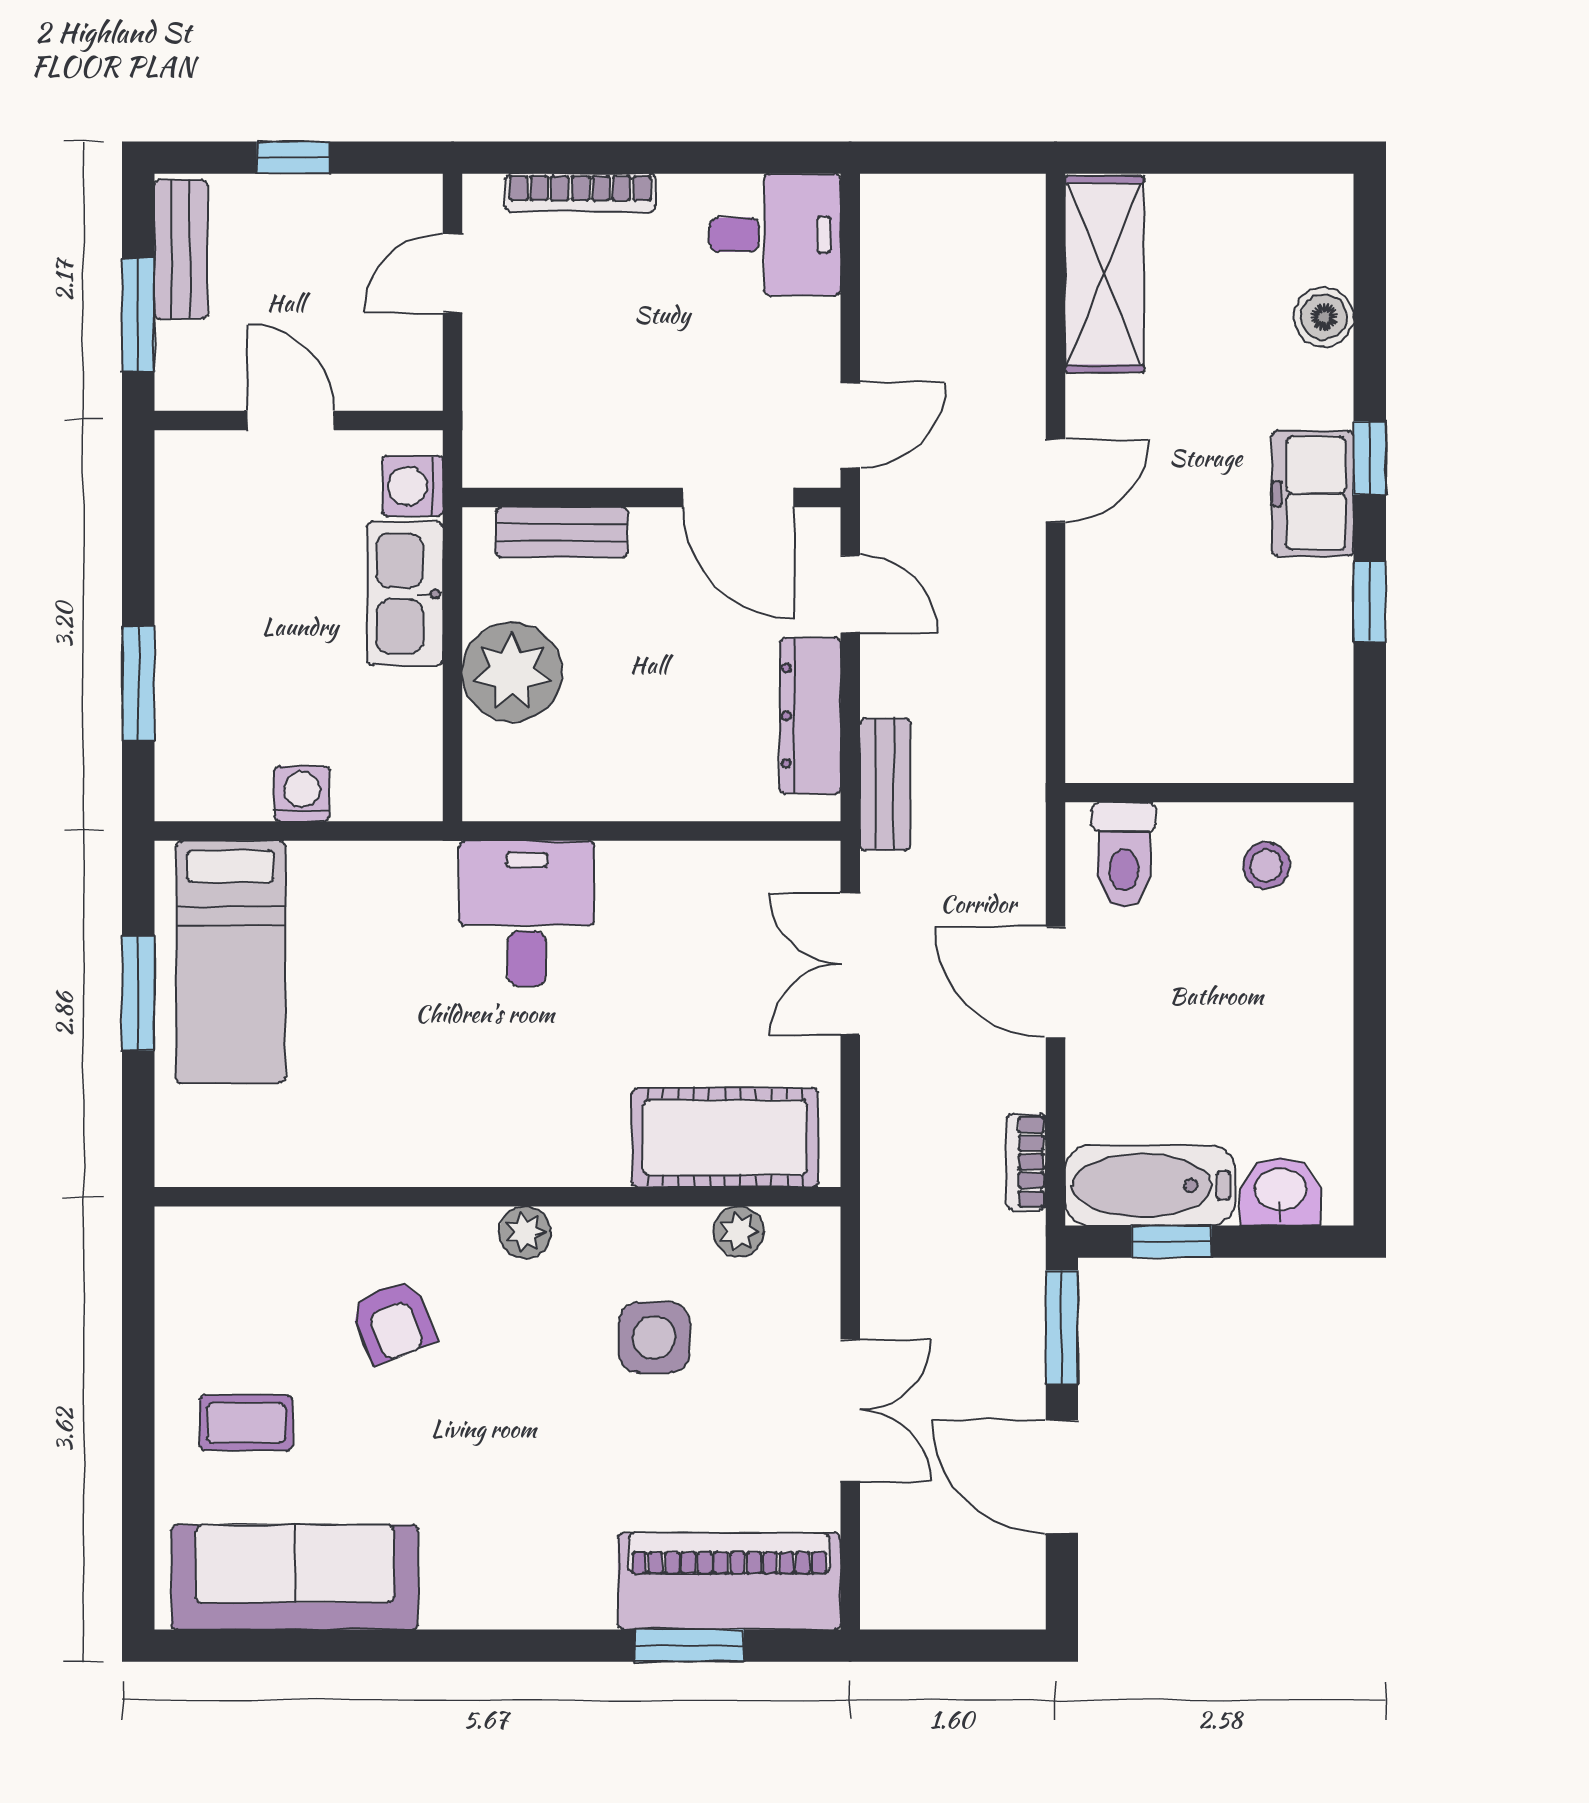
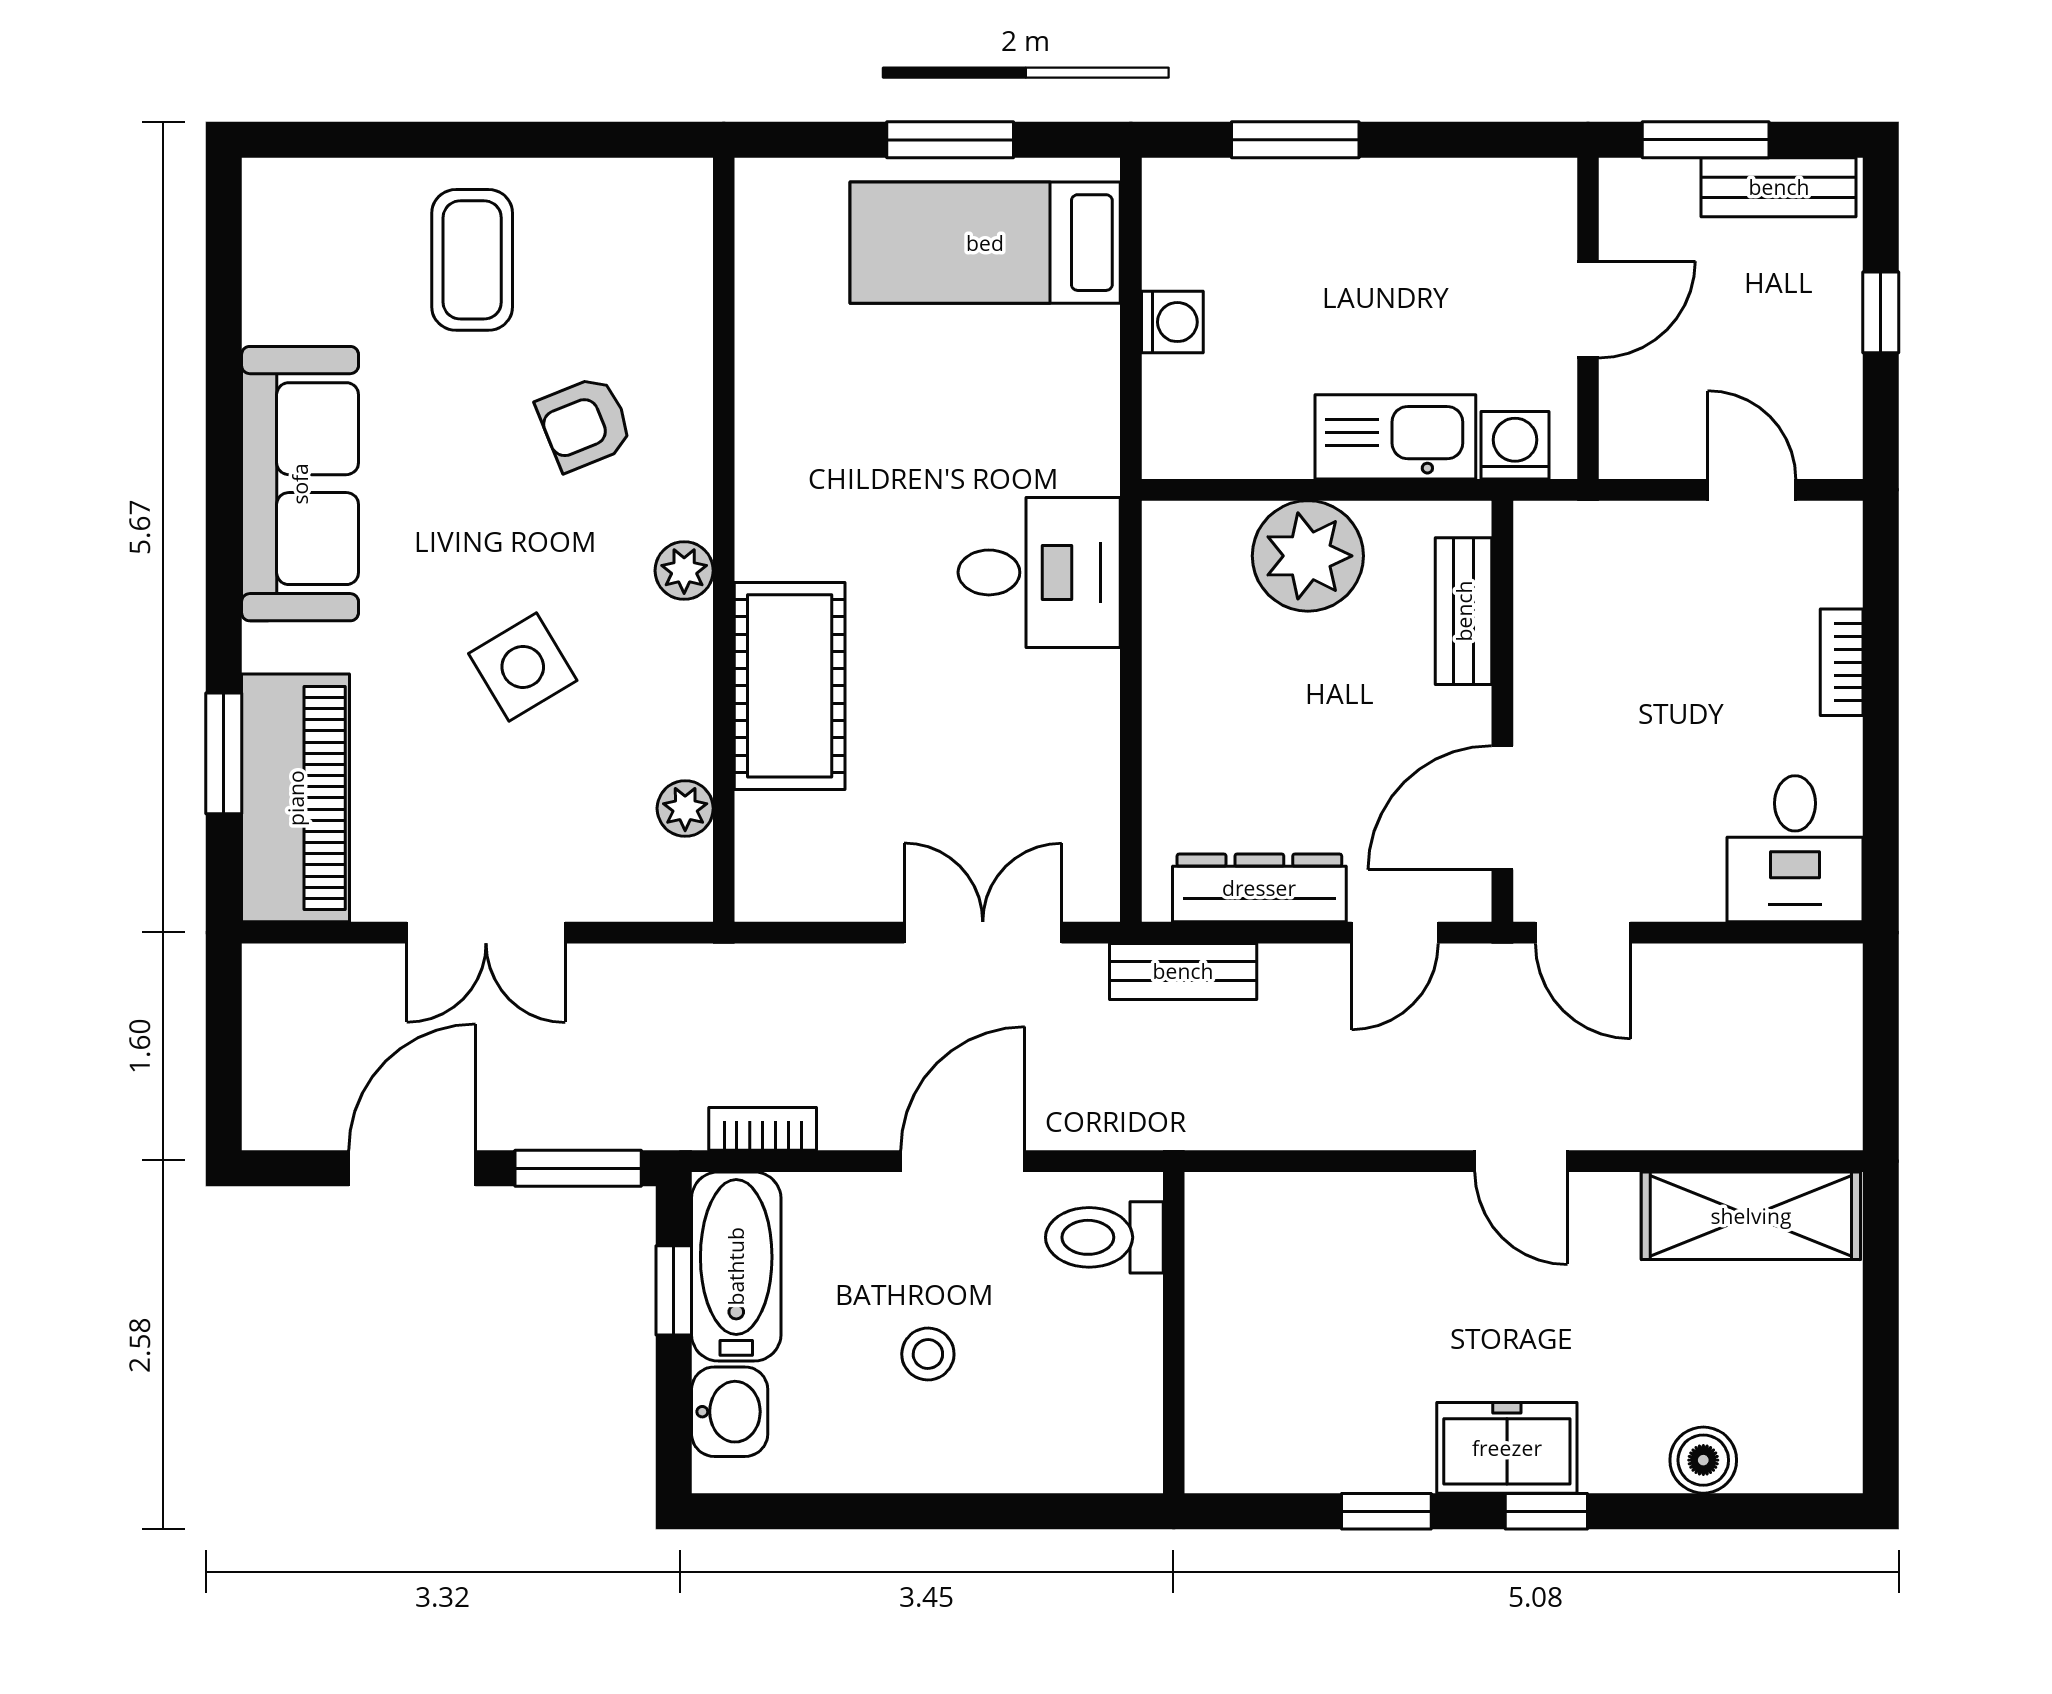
bookcase: (580, 193) -> (1842, 662), width x0.64
stool: (1266, 866) -> (928, 1354), moved
cot: (725, 1138) -> (790, 686), moved
side table: (654, 1338) -> (523, 667), moved, turned -31
coffee table: (246, 1423) -> (472, 260), width x1.36, depth x1.30
sofa: (295, 1577) -> (300, 484), moved

